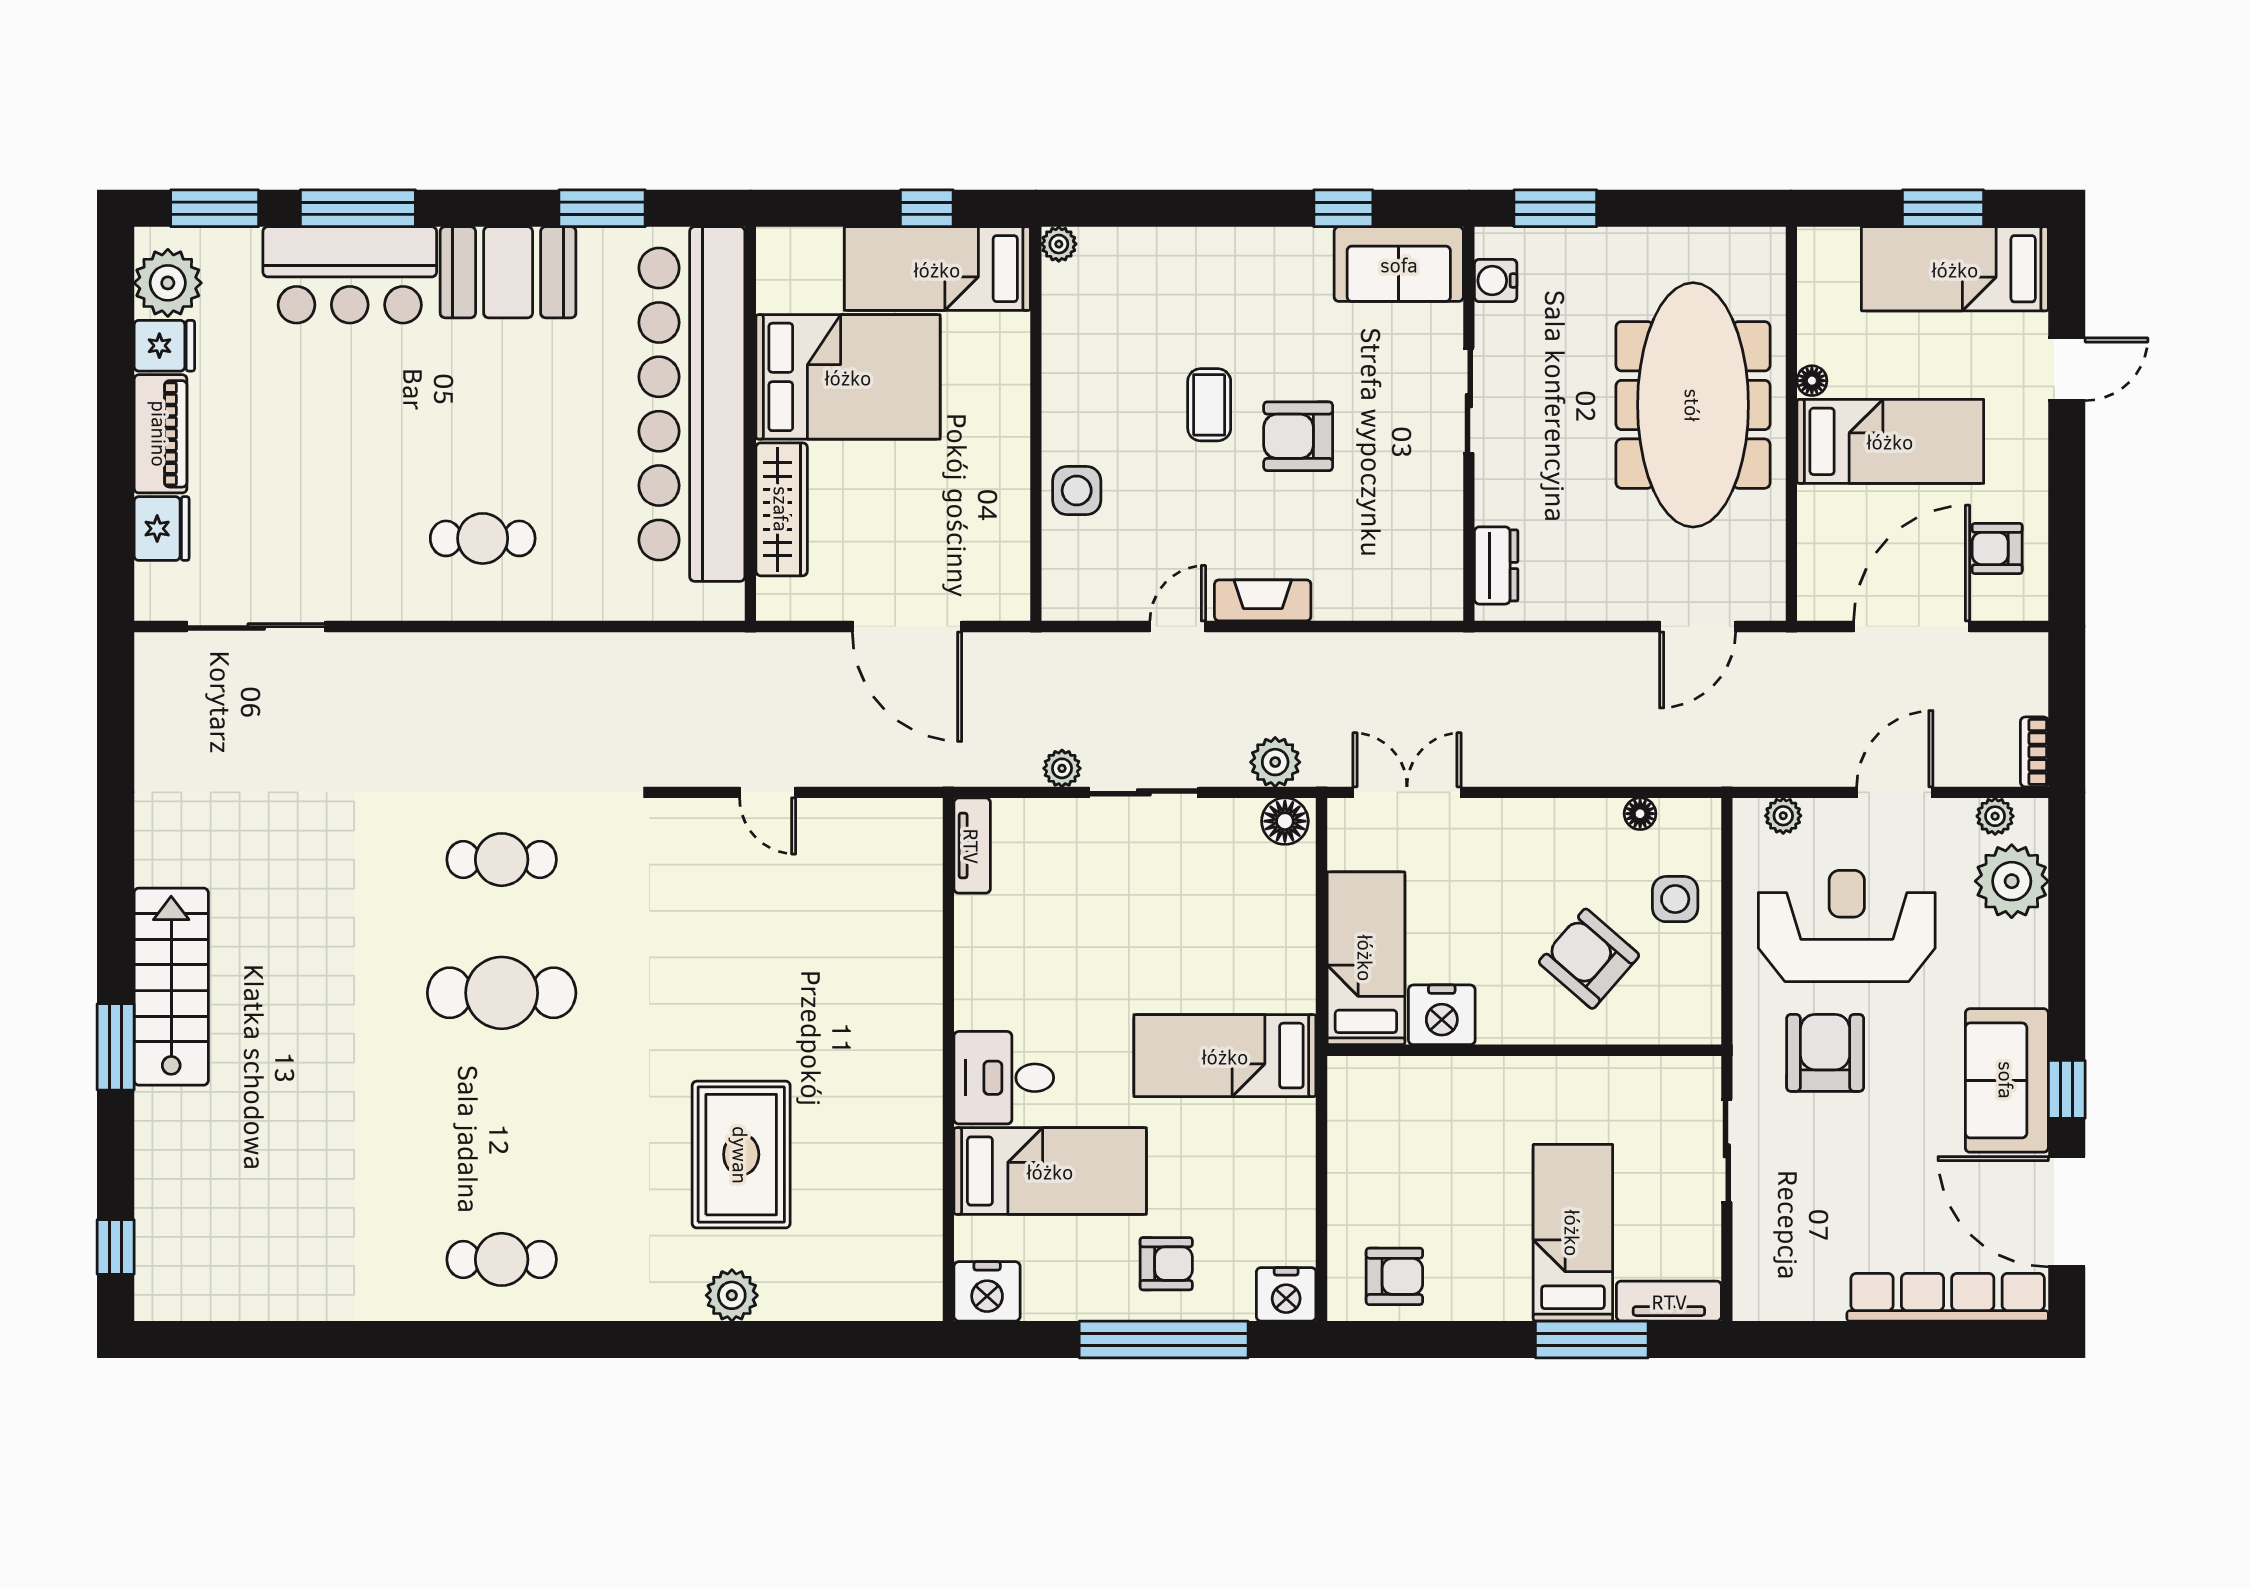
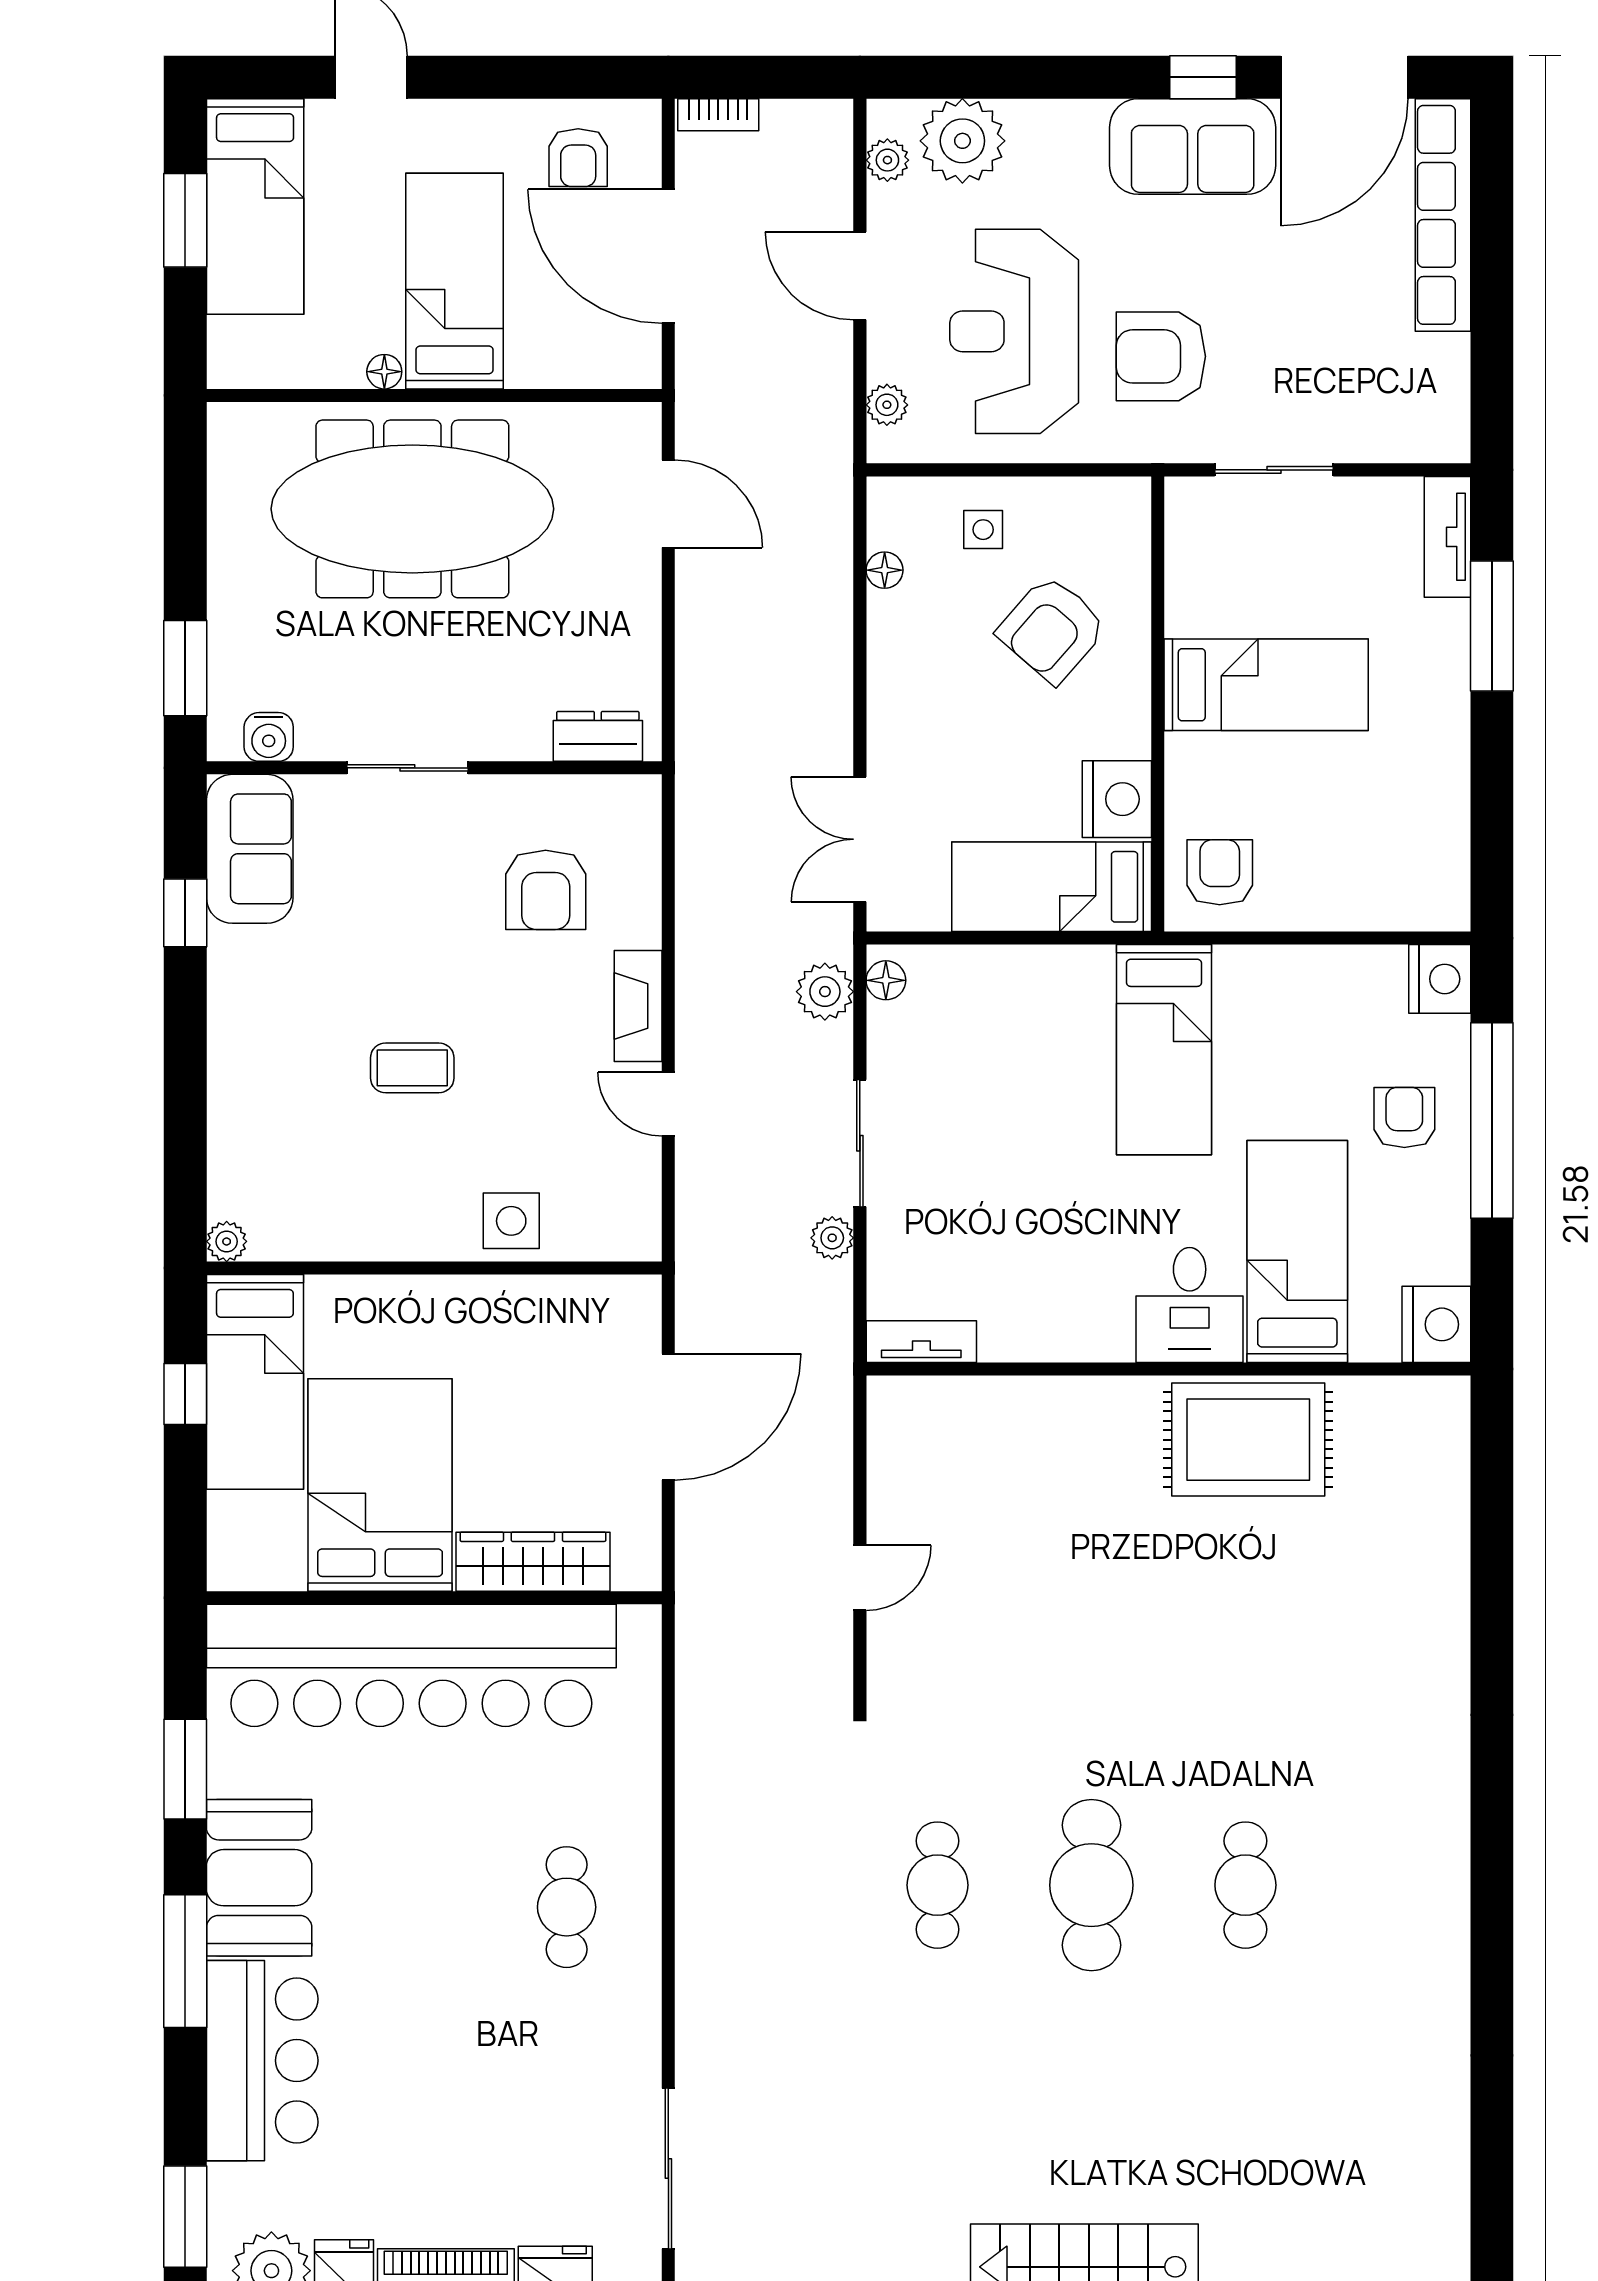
window: (358, 208) -> (185, 1961), moved
armchair: (1298, 436) -> (546, 890), moved
bookcase: (2034, 752) -> (718, 115), moved
floor lamp: (1285, 821) -> (886, 980), width x0.73, depth x0.73
side table: (1675, 899) -> (983, 530), width x0.73, depth x0.73
rug: (741, 1155) -> (1248, 1440), moved
bed: (1573, 1233) -> (1266, 685), moved, turned 180
cafe table: (502, 1259) -> (1245, 1885), moved
armchair: (1394, 1276) -> (1220, 872), moved
plant: (732, 1295) -> (1441, 1619), removed

